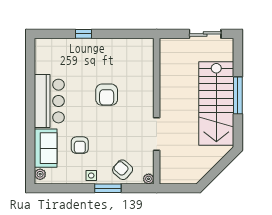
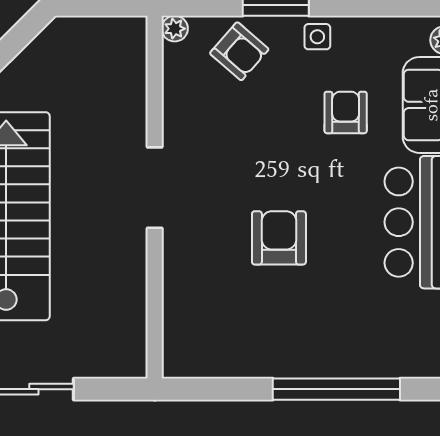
window: (84, 34) -> (336, 389), width x3.17
doorway: (157, 134) -> (155, 188), moved

